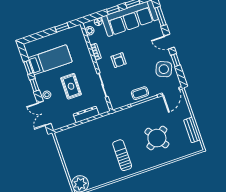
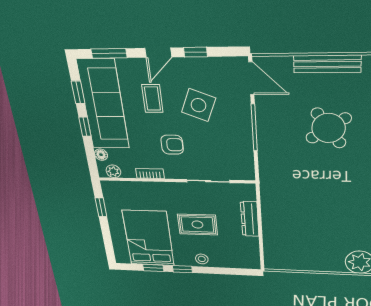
bed: (50, 60) -> (148, 238), width x1.50
side table: (164, 69) -> (199, 105), moved
coffee table: (140, 93) -> (152, 99), moved
double door: (44, 113) -> (229, 271), removed
bench: (192, 130) -> (327, 64), width x1.36
sun lounger: (122, 155) -> (337, 190), removed

